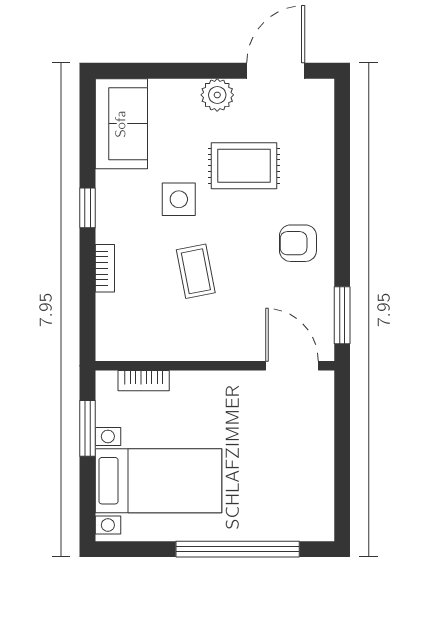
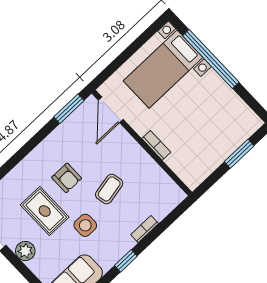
armchair: (298, 243) -> (67, 178), moved
bookcase: (144, 381) -> (156, 145), moved
window: (87, 428) -> (239, 154), moved
bed with nightstands: (158, 481) -> (163, 69), moved, turned -90

